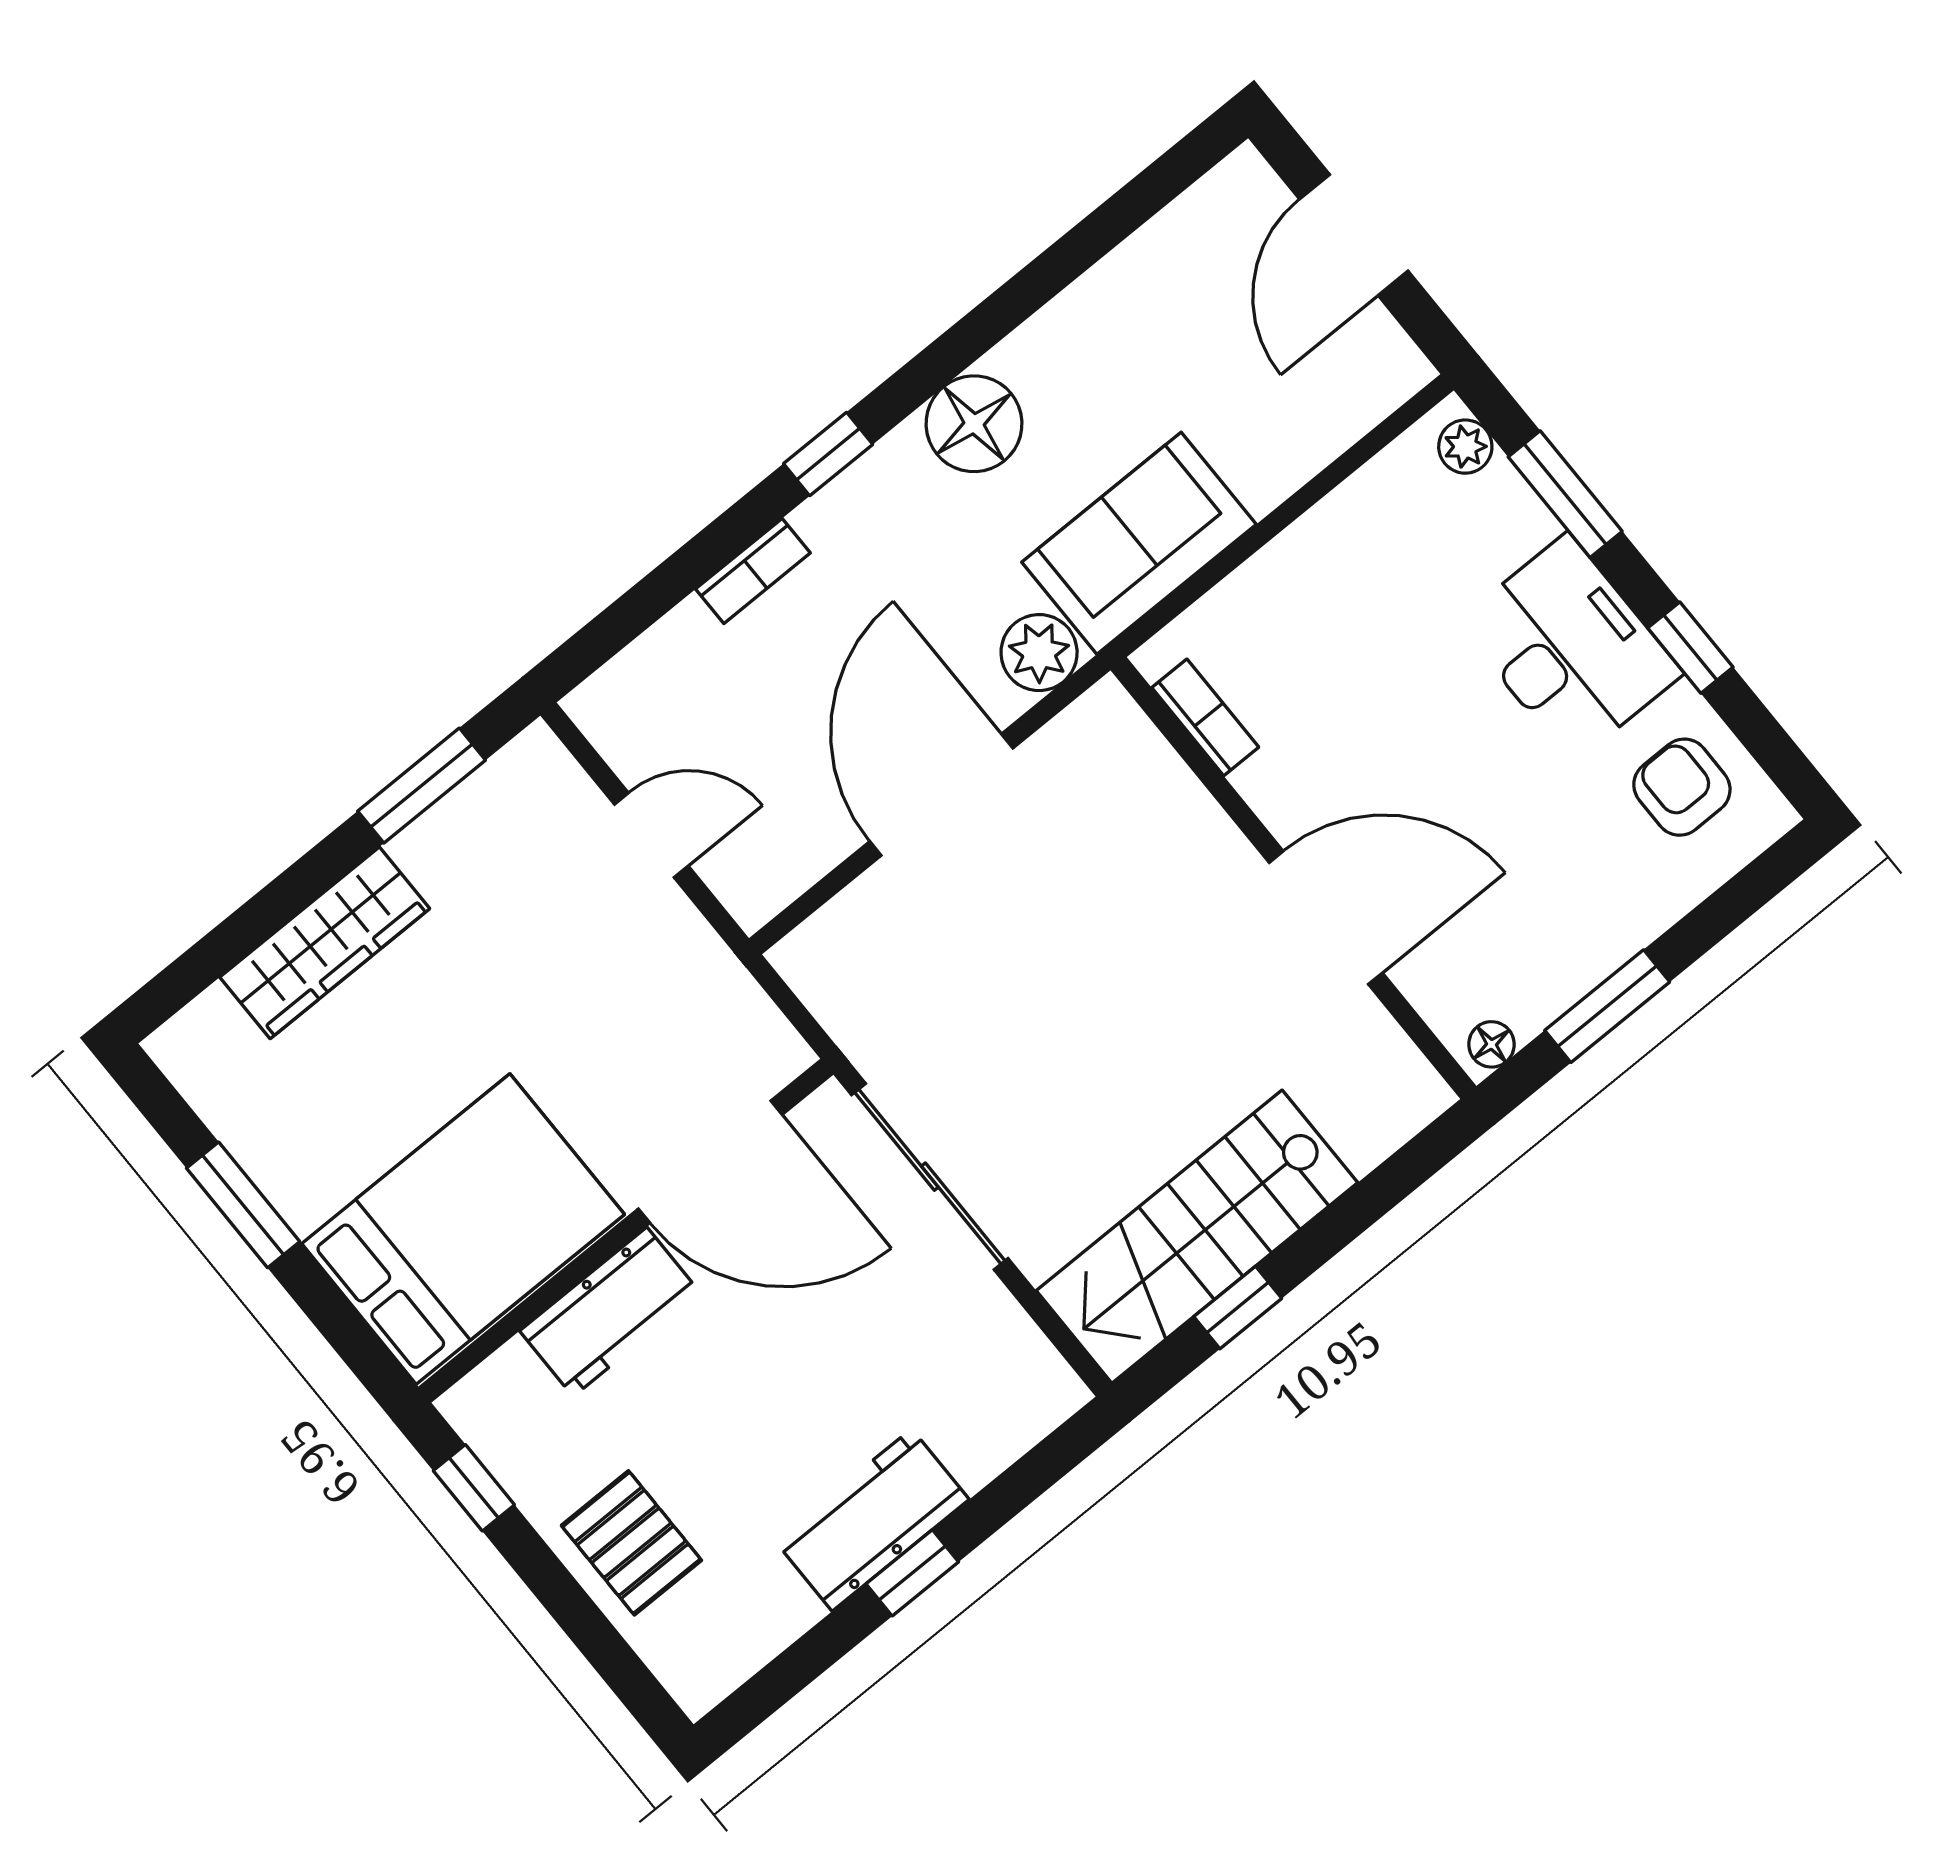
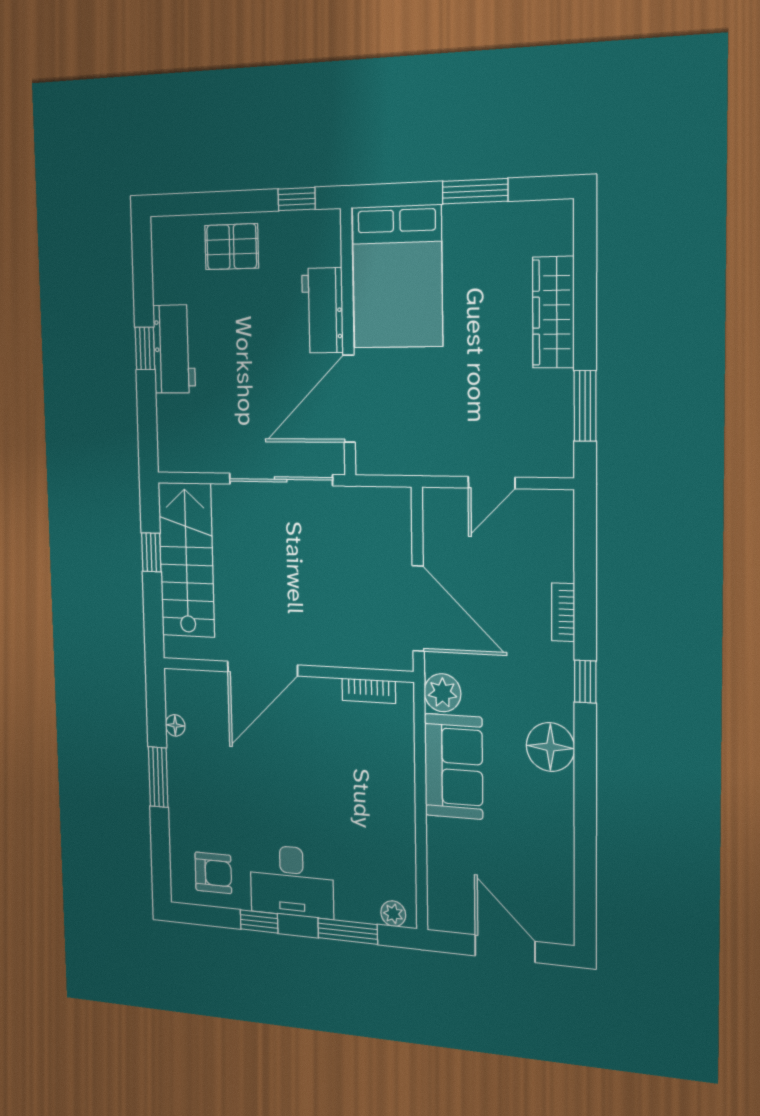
bookcase: (1205, 717) -> (369, 691), moved
wall: (1293, 878) -> (285, 670), moved
door: (1326, 918) -> (262, 668), moved

